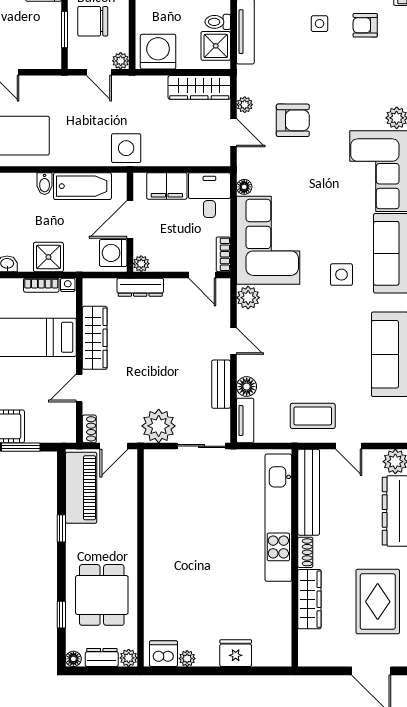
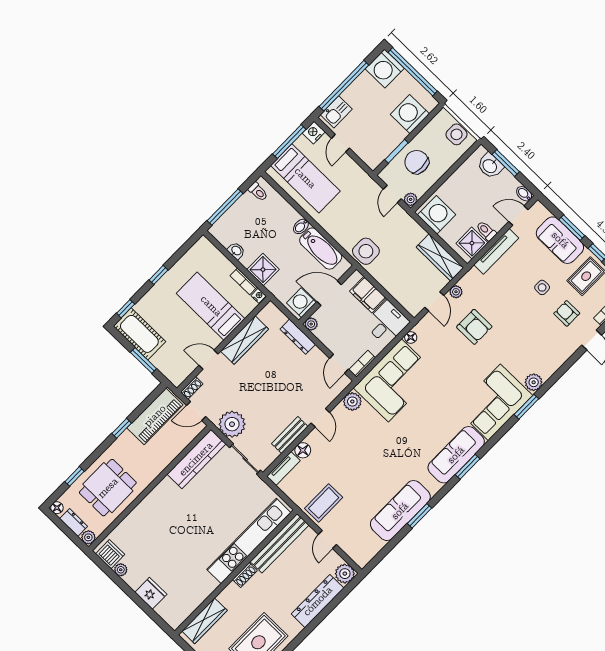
side table: (341, 275) -> (417, 440), removed
coffee table: (313, 416) -> (324, 503), turned 90
kitchen counter: (157, 490) -> (196, 459), added
wardrobe: (309, 599) -> (205, 621), moved

